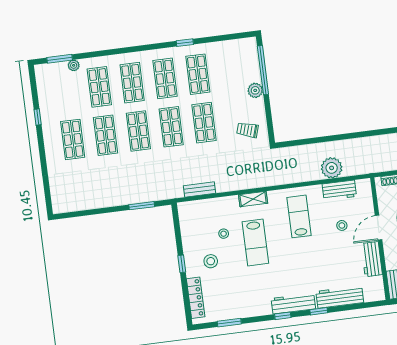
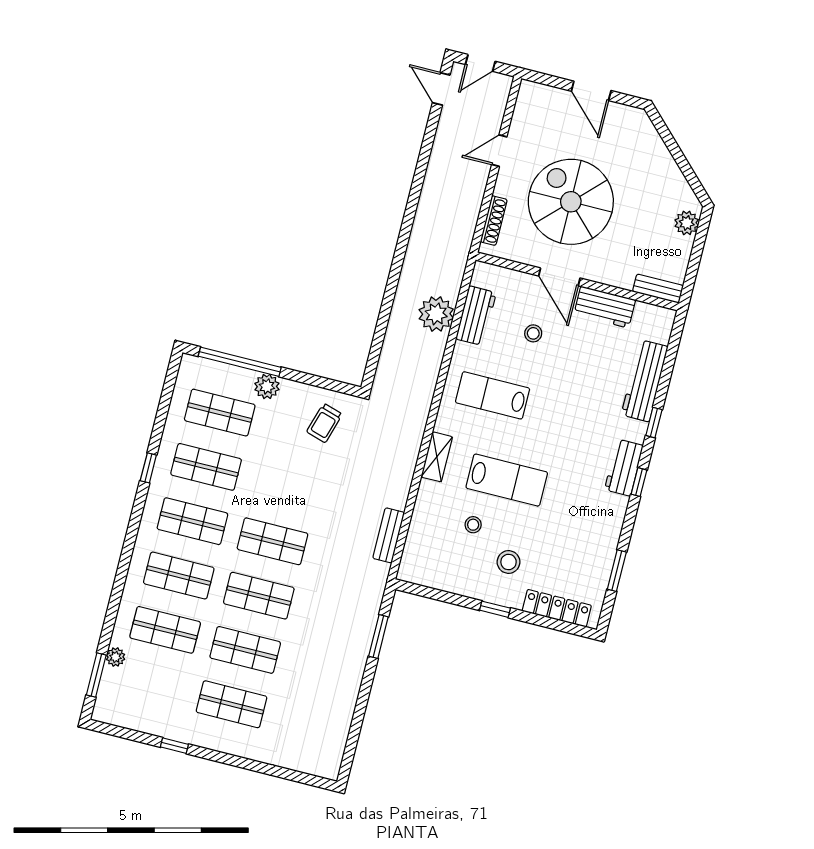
shop shelf: (204, 123) -> (220, 413), moved
workbench: (293, 304) -> (624, 468), width x0.73

